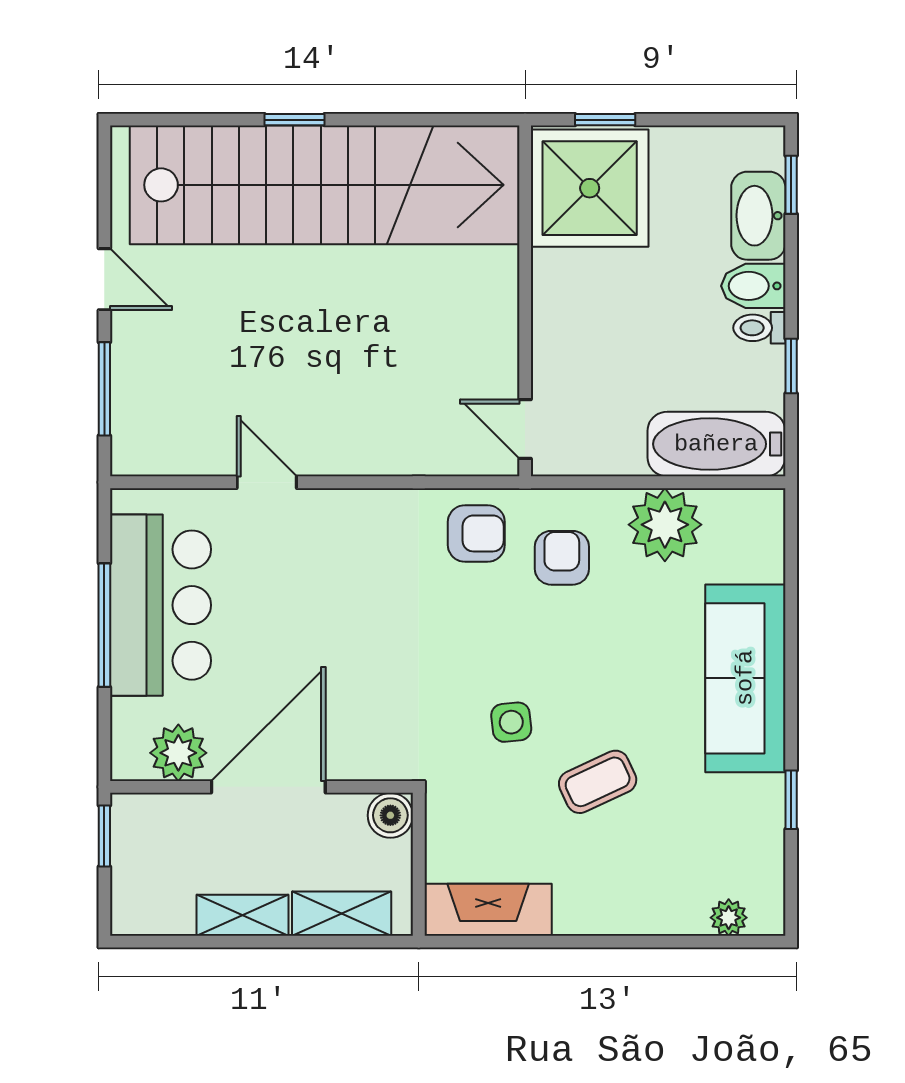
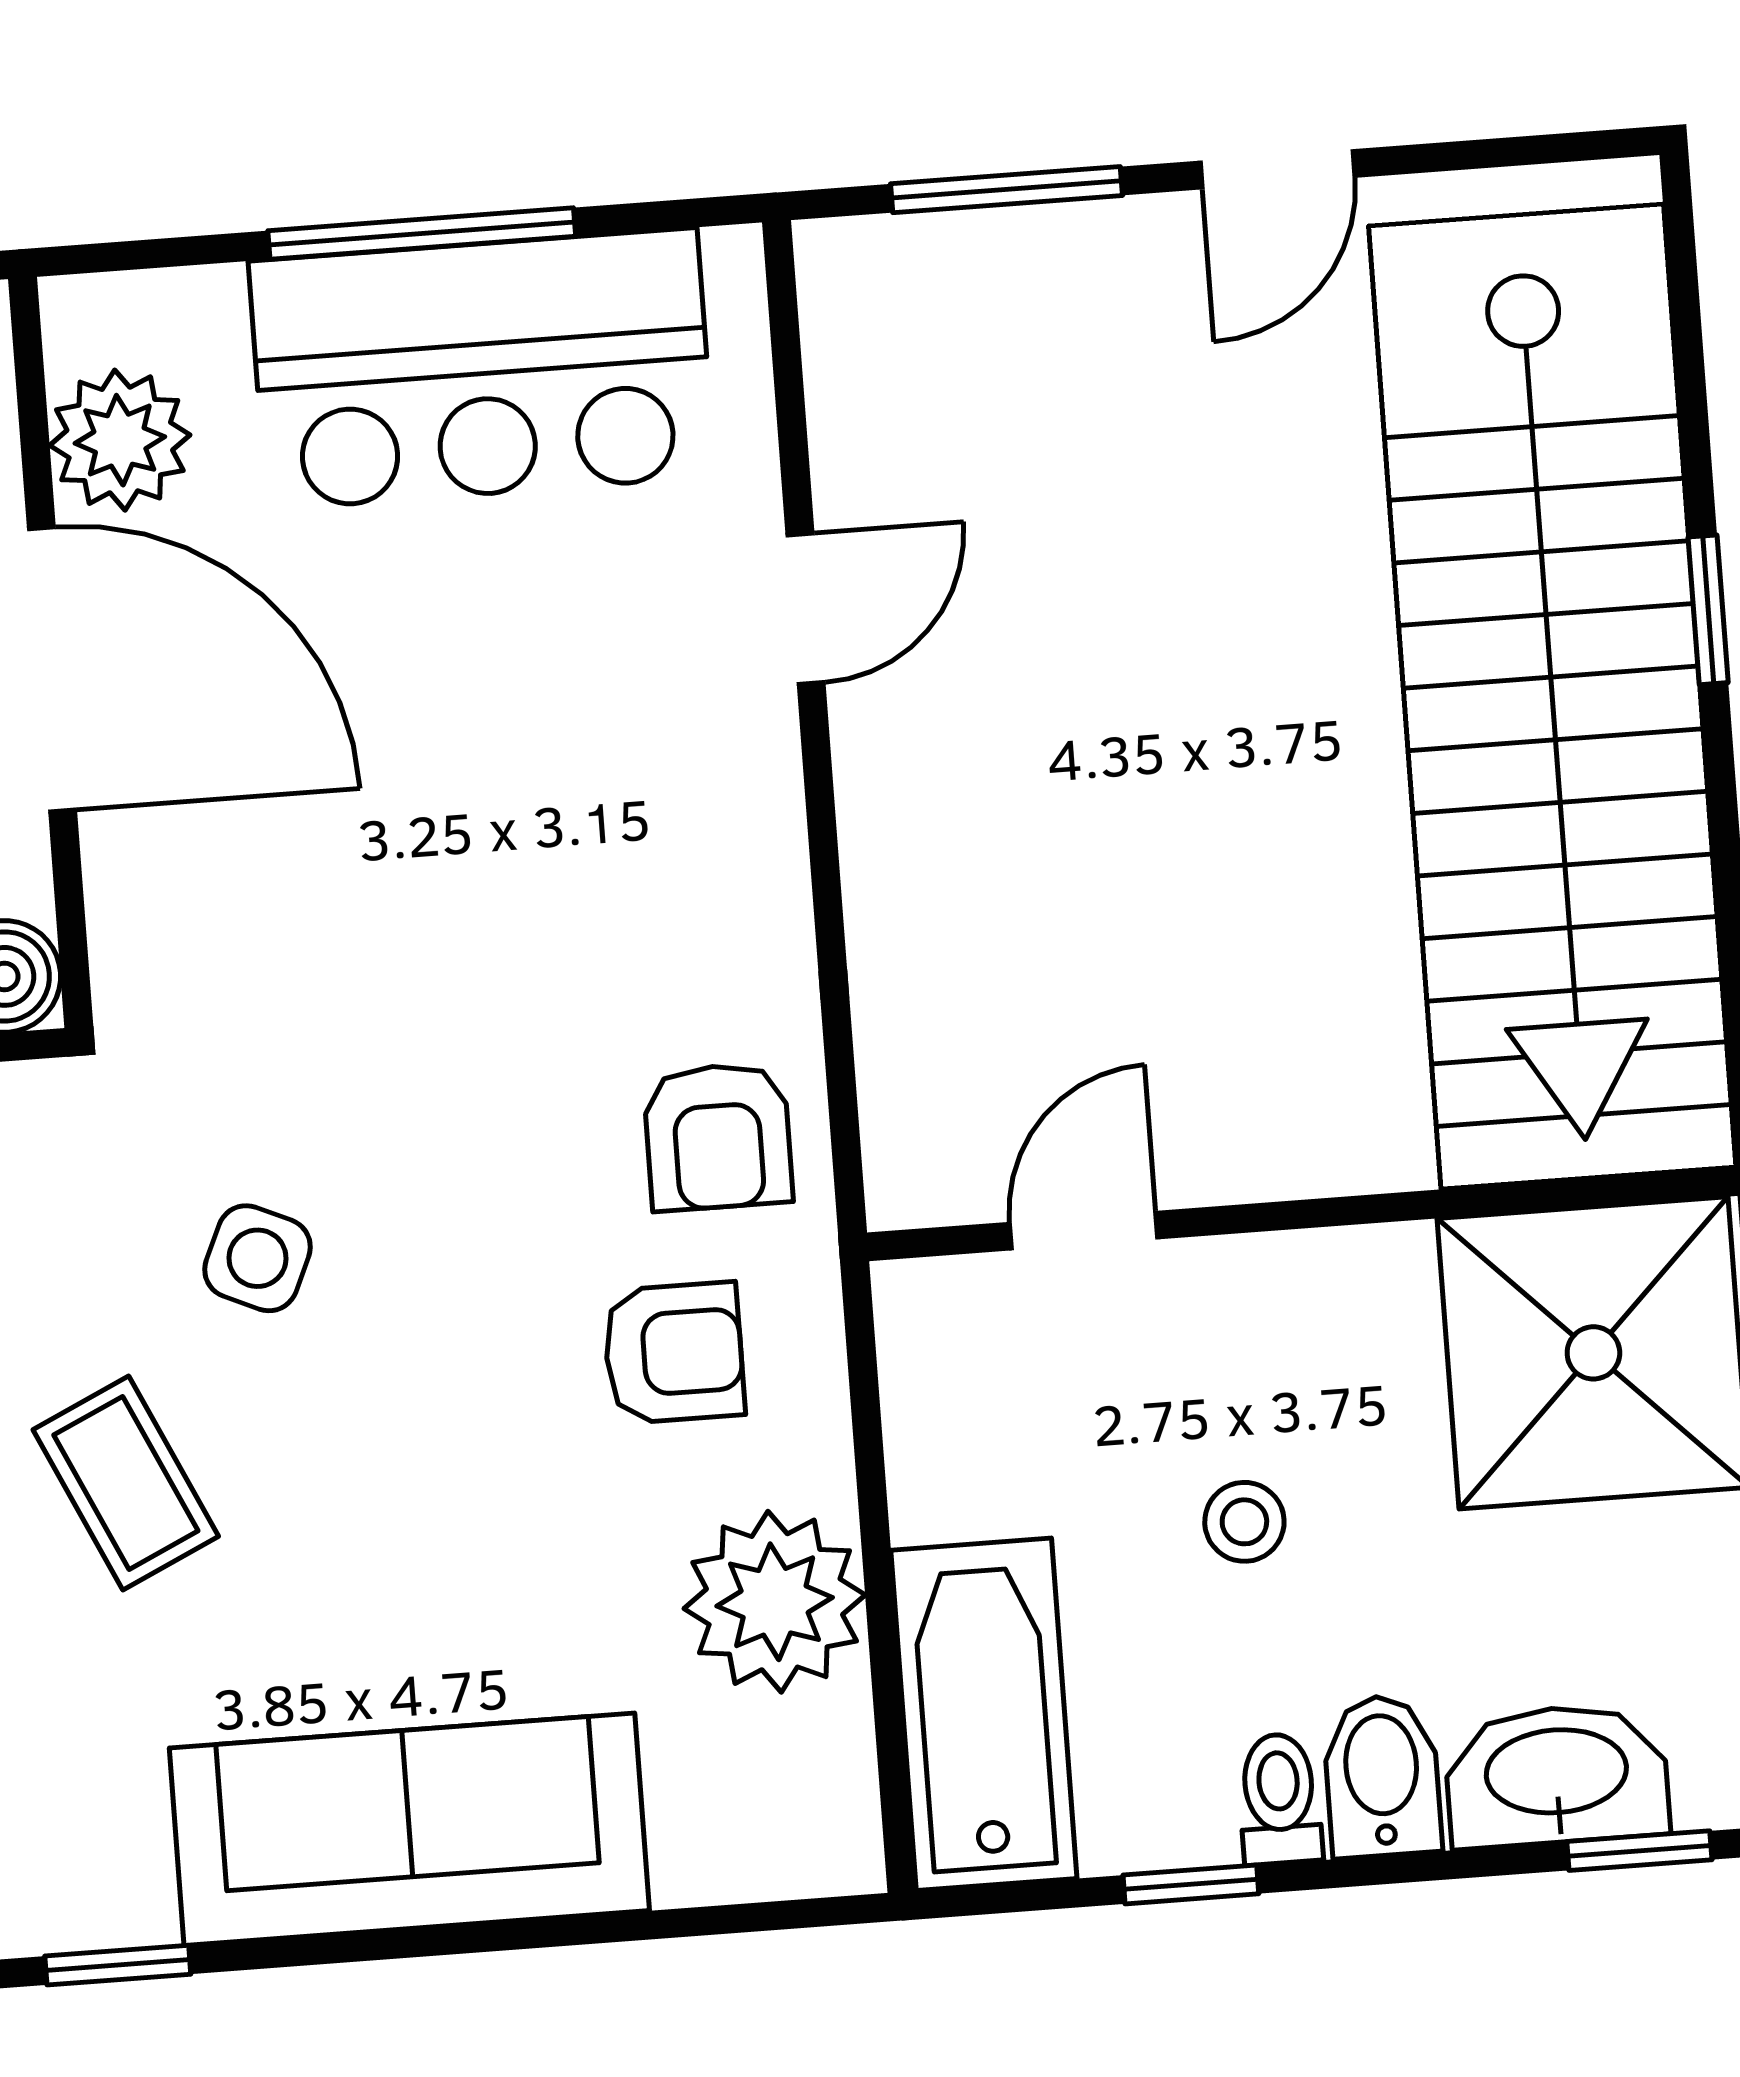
stool: (647, 334) -> (1244, 1522), added
door: (525, 429) -> (1084, 1231), moved
side table: (511, 722) -> (258, 1258), turned 30

